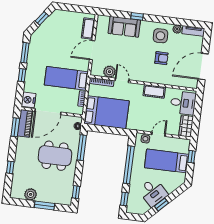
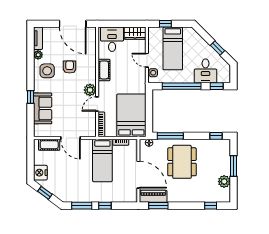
plant: (109, 72) -> (90, 90), moved
nightstand: (29, 100) -> (40, 173), moved, turned 90
window: (10, 167) -> (211, 206), moved
desk: (153, 192) -> (205, 71), moved, turned 135

